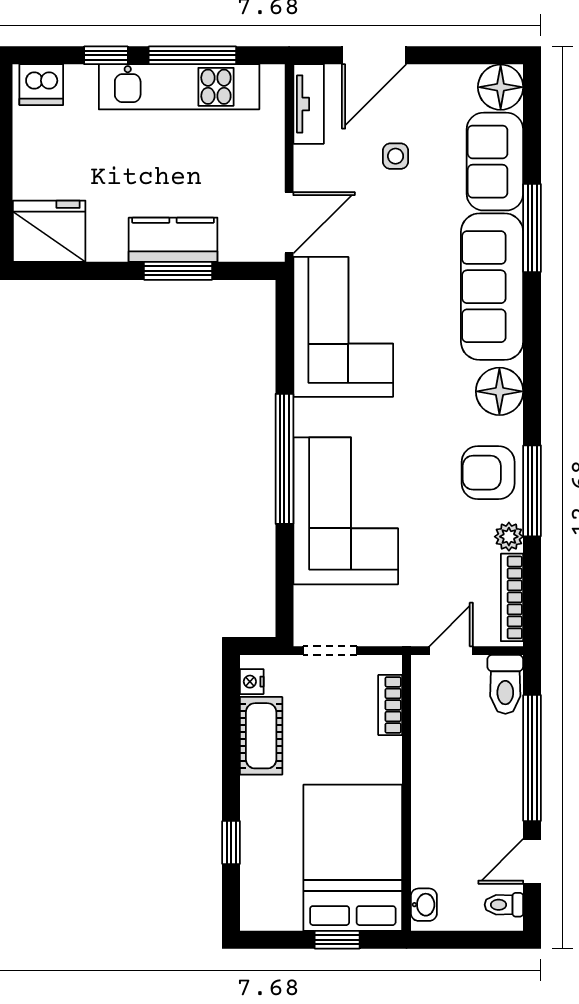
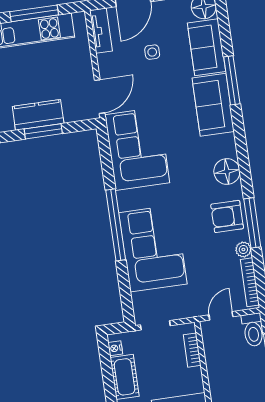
sofa: (492, 287) -> (213, 105), width x0.73

